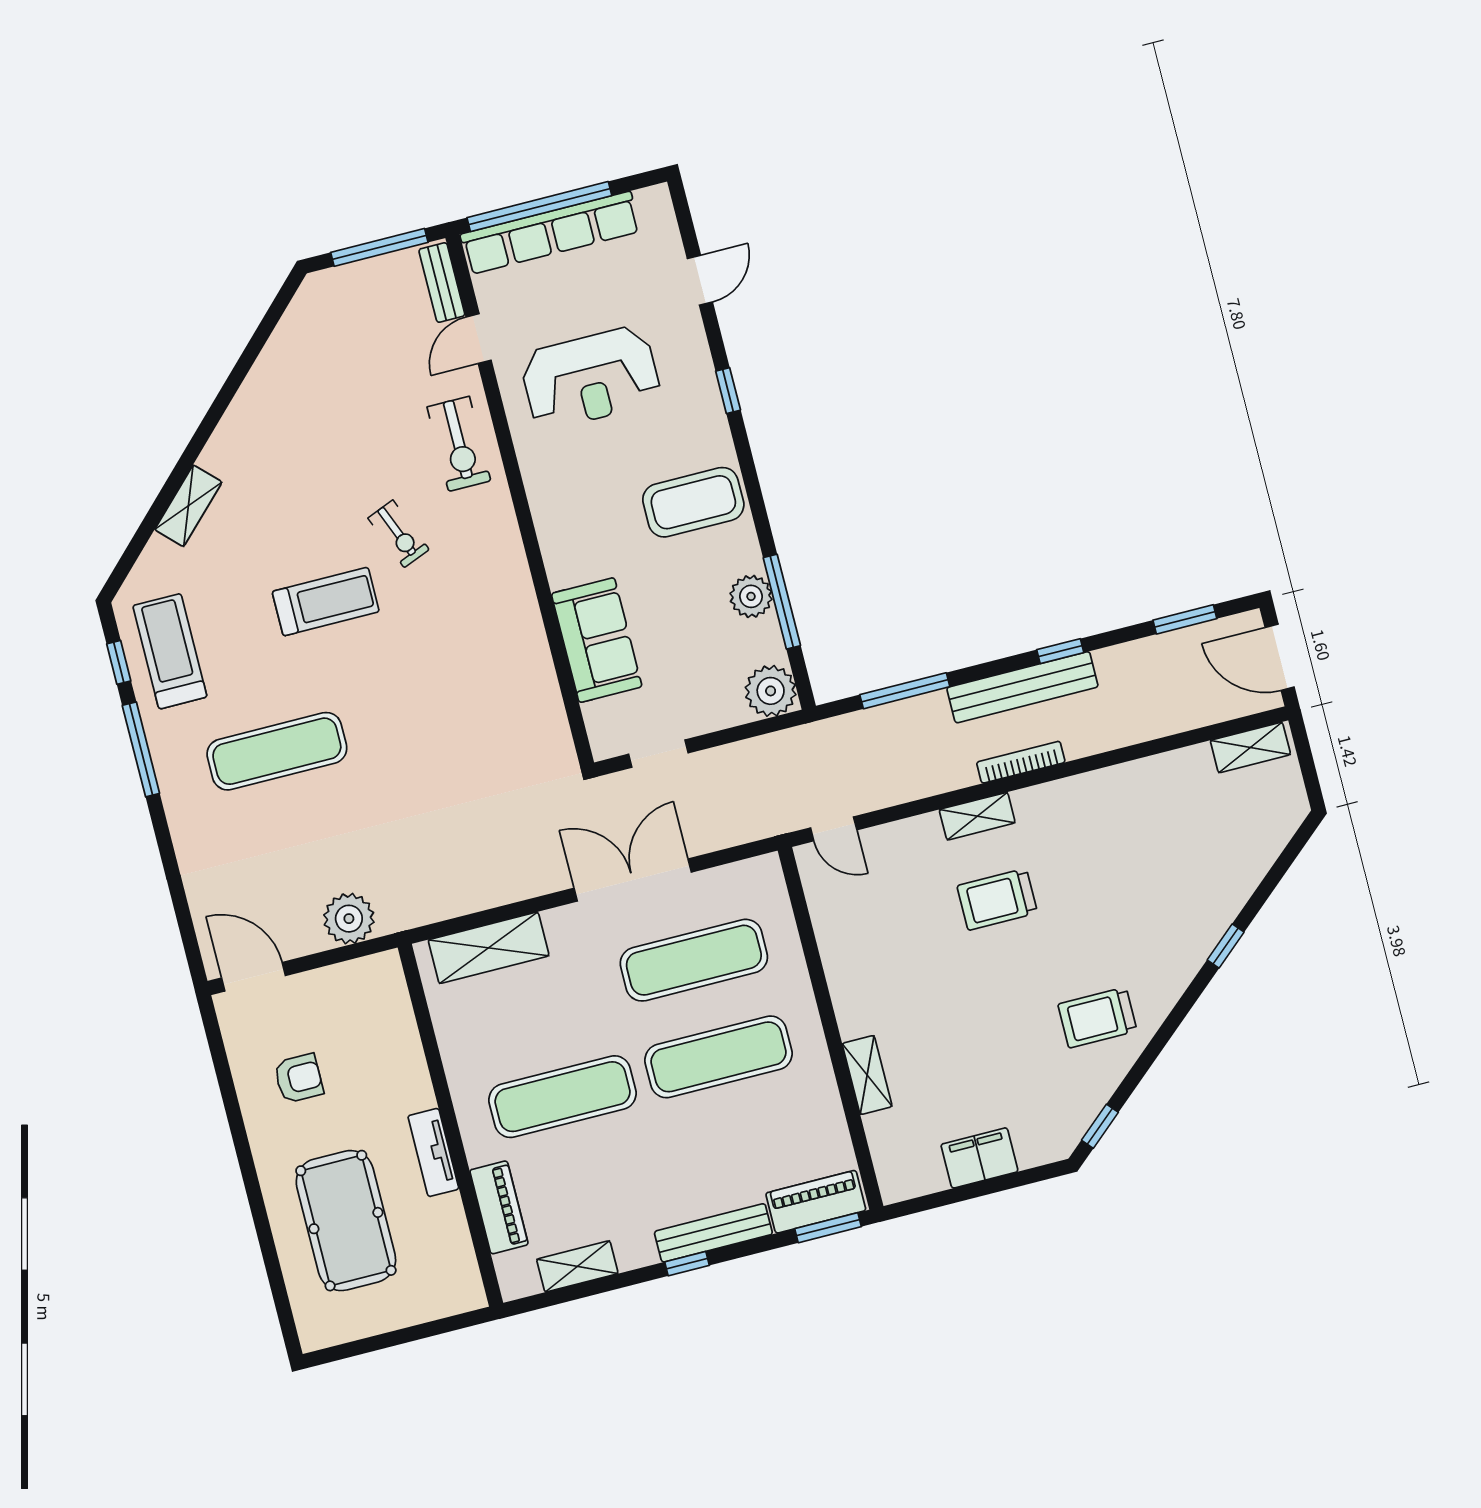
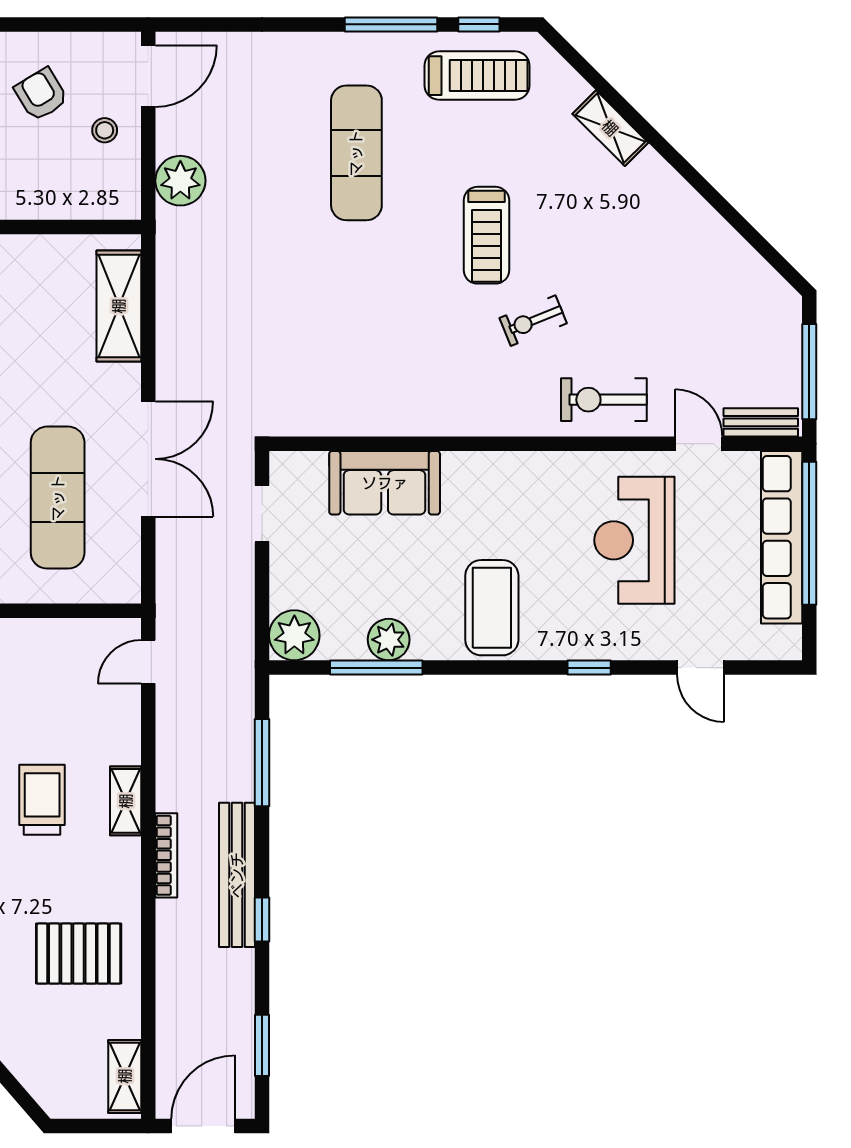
pallet: (1140, 824) -> (79, 954), added
stool: (318, 1006) -> (105, 130), added
armchair: (299, 1078) -> (41, 94), turned 149

